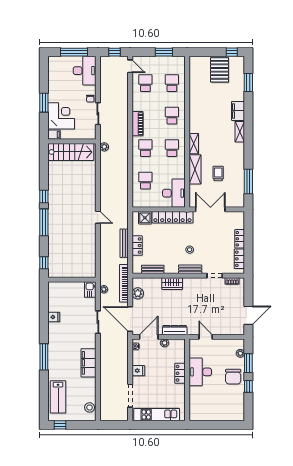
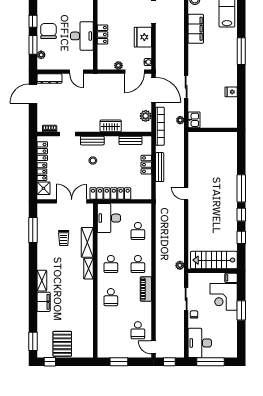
school desk: (172, 83) -> (111, 330), removed
window: (248, 83) -> (33, 341), moved
double door: (210, 209) -> (72, 201), swing flipped
shower: (145, 218) -> (43, 188), moved
window: (44, 263) -> (241, 237), moved
dresser: (175, 330) -> (49, 79), moved
filing cabinet: (89, 363) -> (196, 29), moved
fridge: (138, 371) -> (143, 37), width x1.88, depth x1.34

